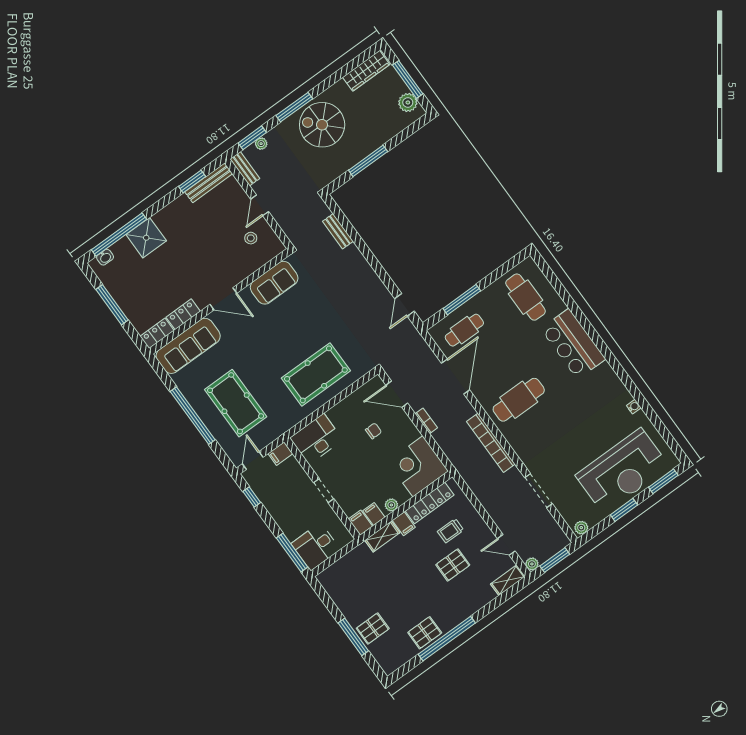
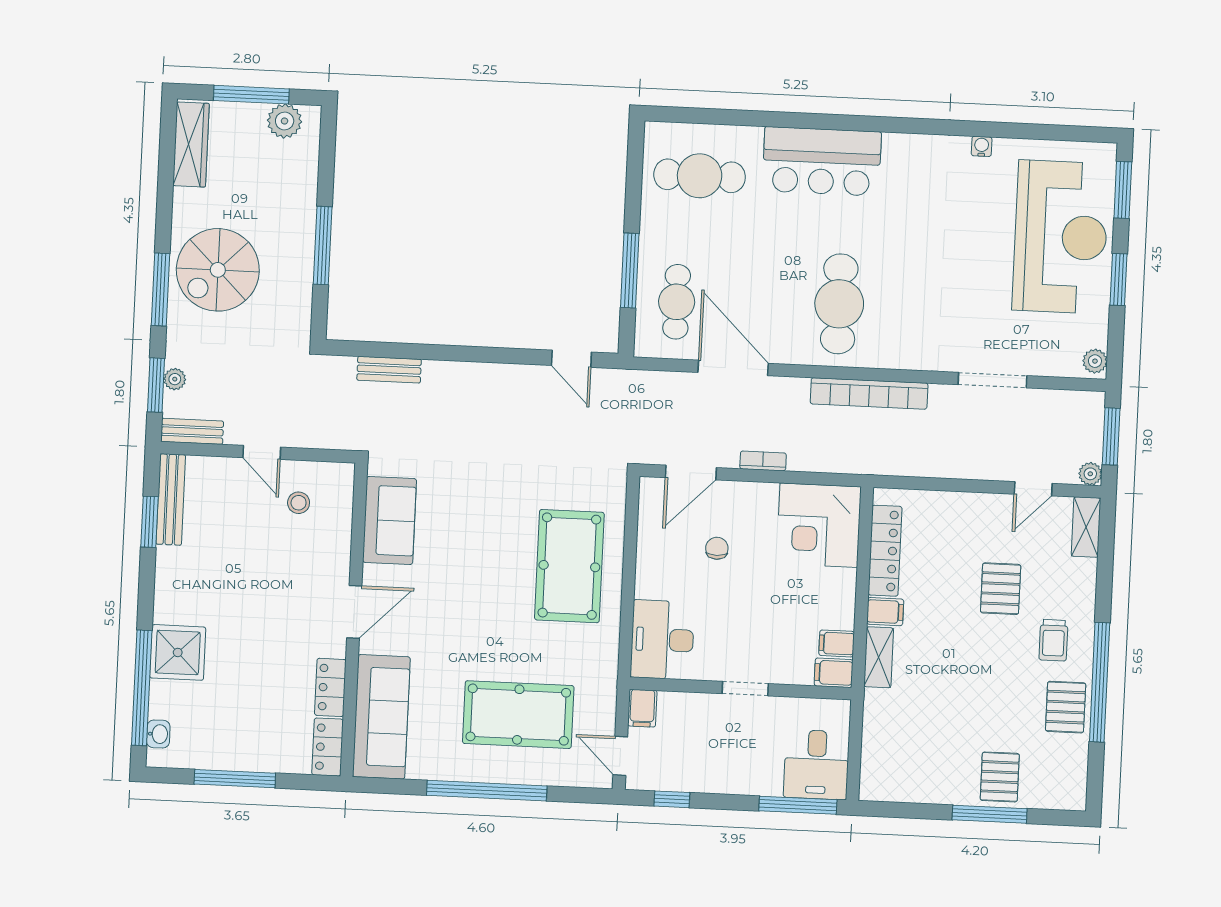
plant: (391, 505) -> (844, 608), removed
trolley: (451, 531) -> (1053, 640), moved

